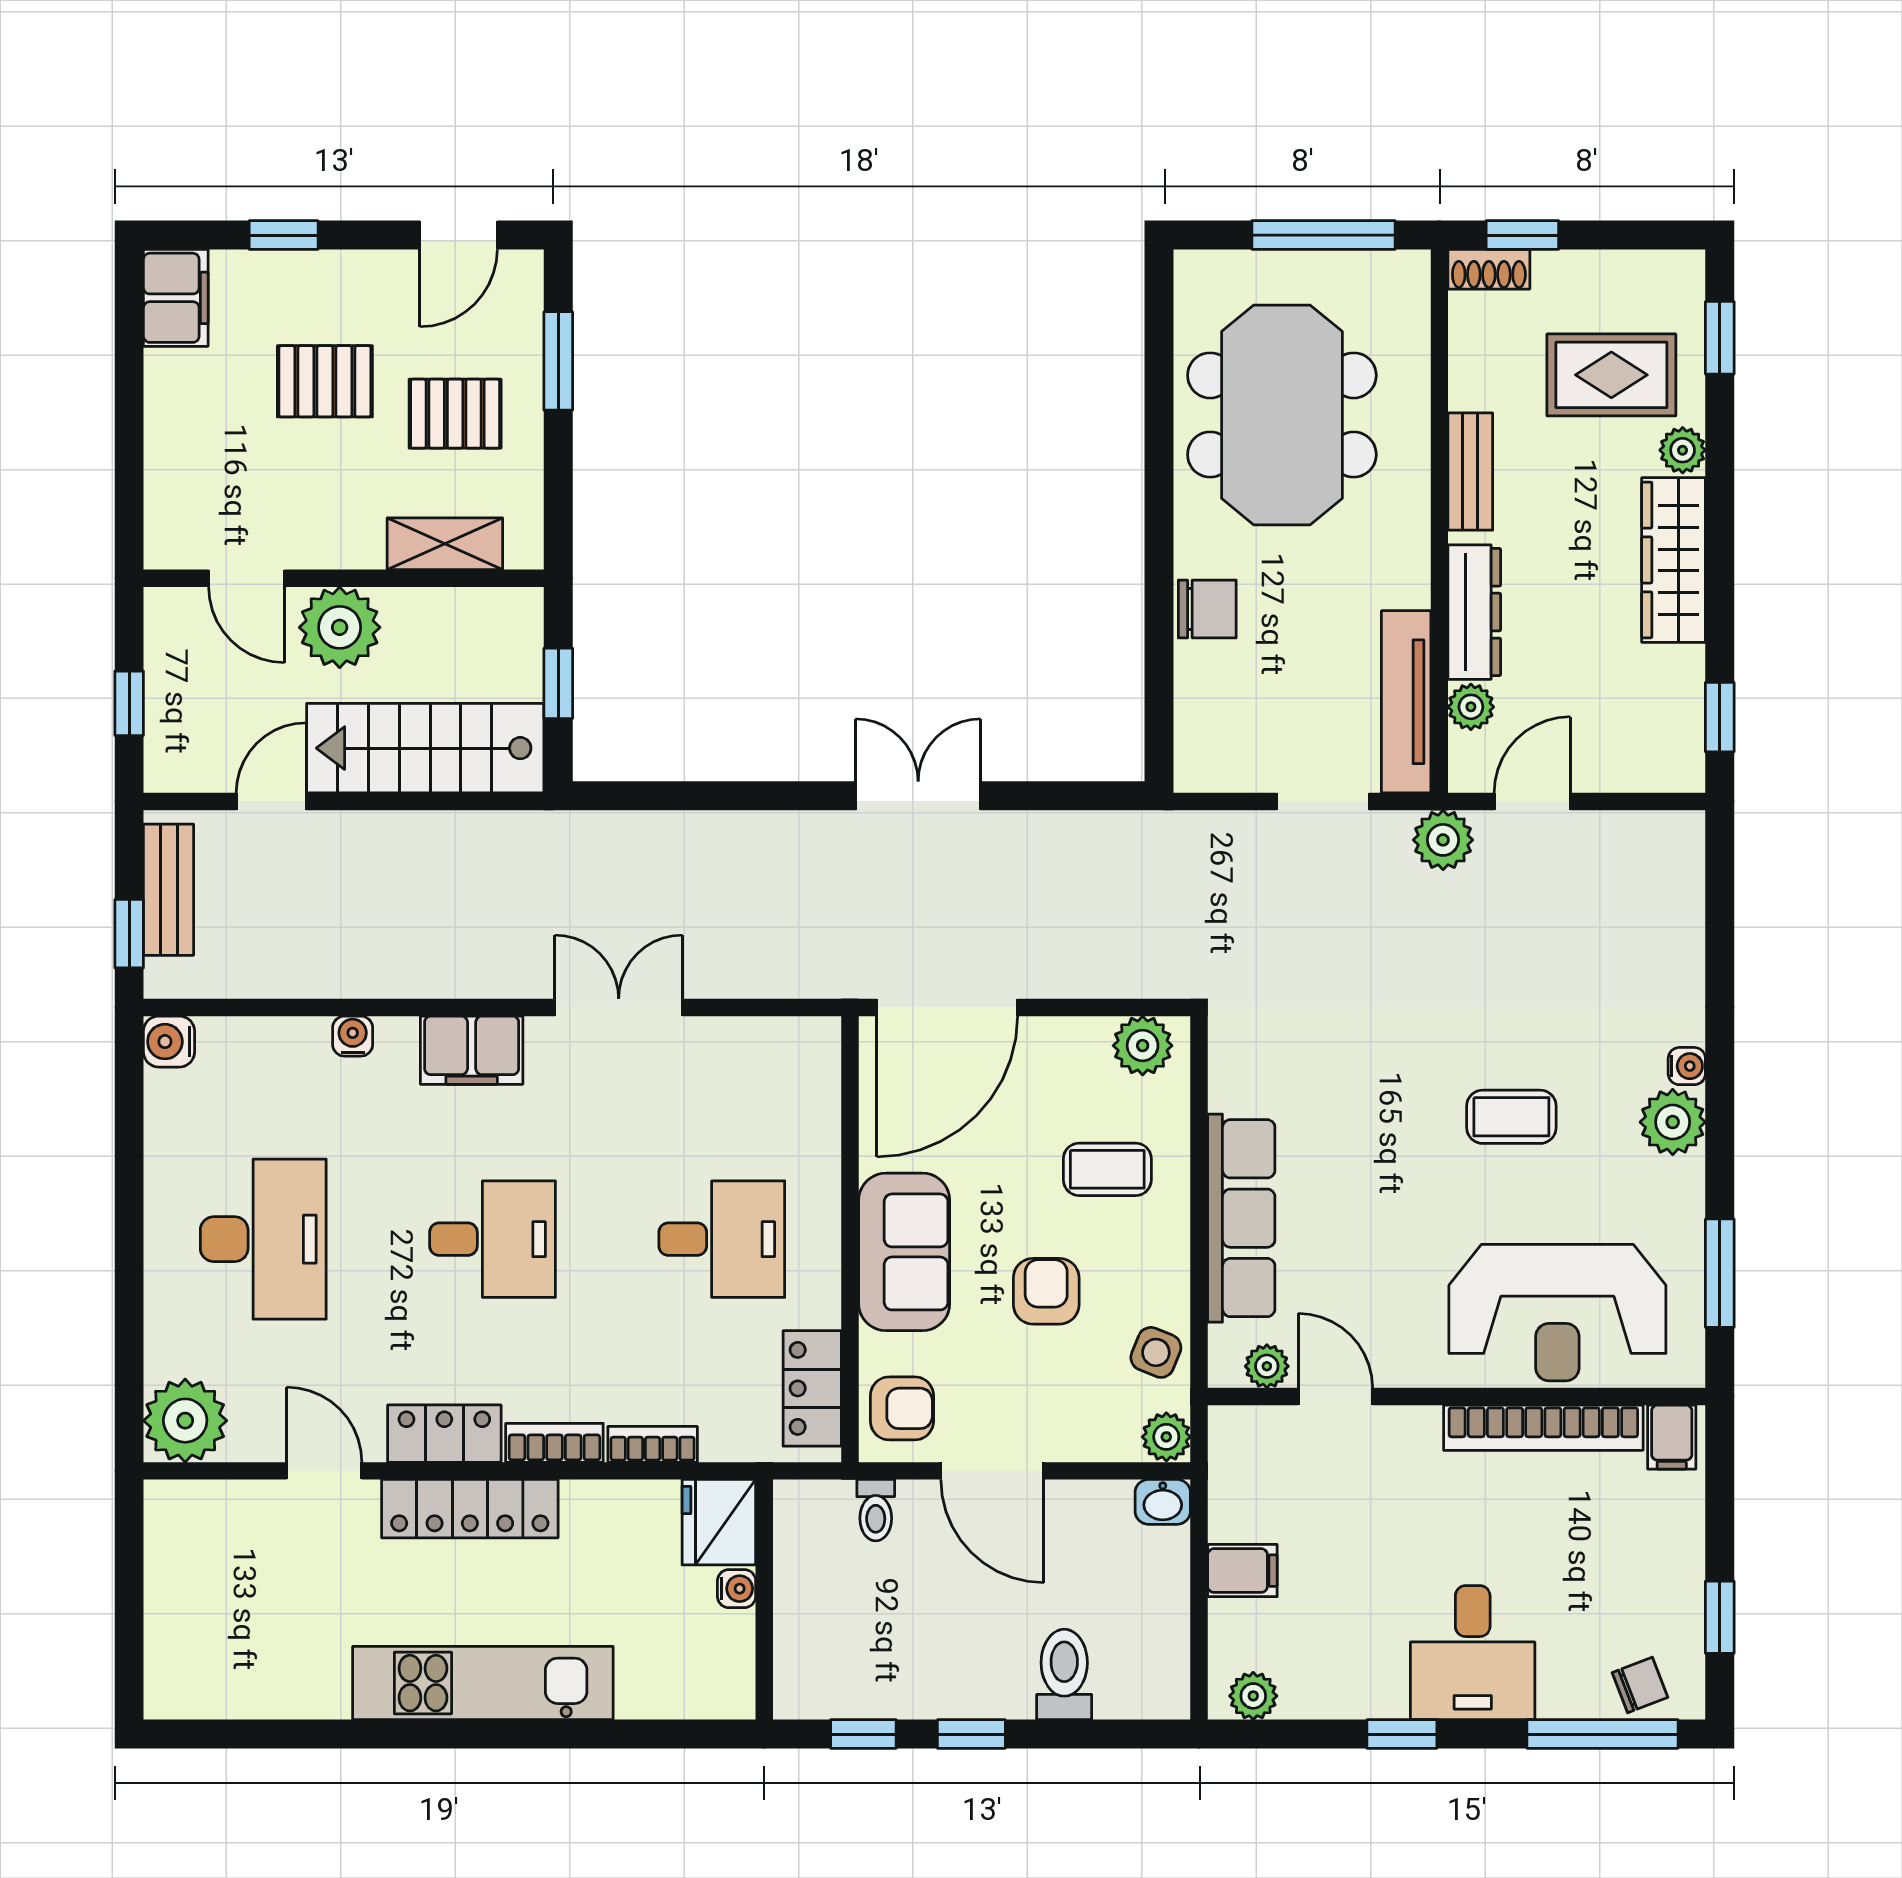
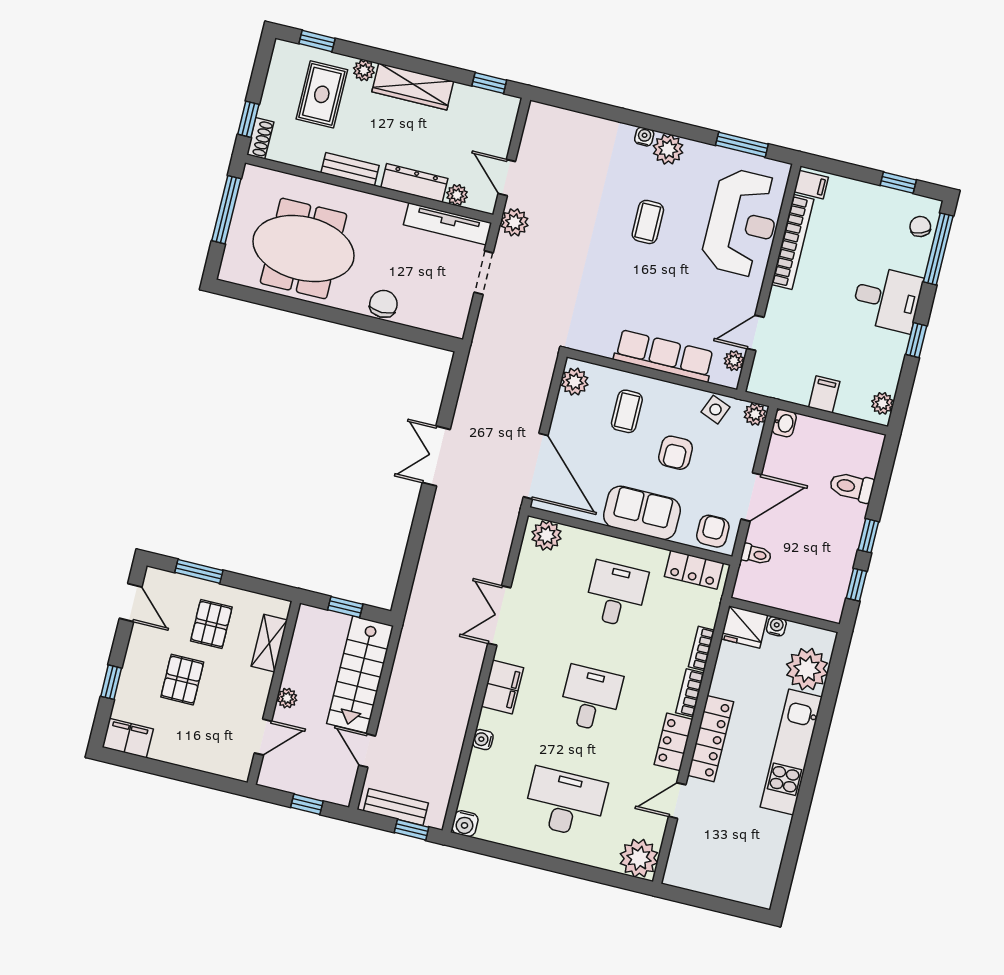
plant: (340, 627) -> (287, 698), width x0.53, depth x0.53
plant: (809, 1065) -> (547, 535), added
armchair: (1046, 1291) -> (676, 453), turned -90
plant: (663, 1674) -> (807, 669), added

